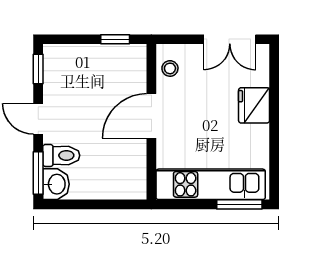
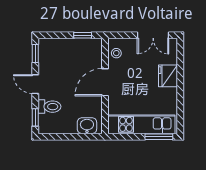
window: (38, 173) -> (35, 117), width x0.67
washbasin: (56, 184) -> (87, 126), moved, turned -90

